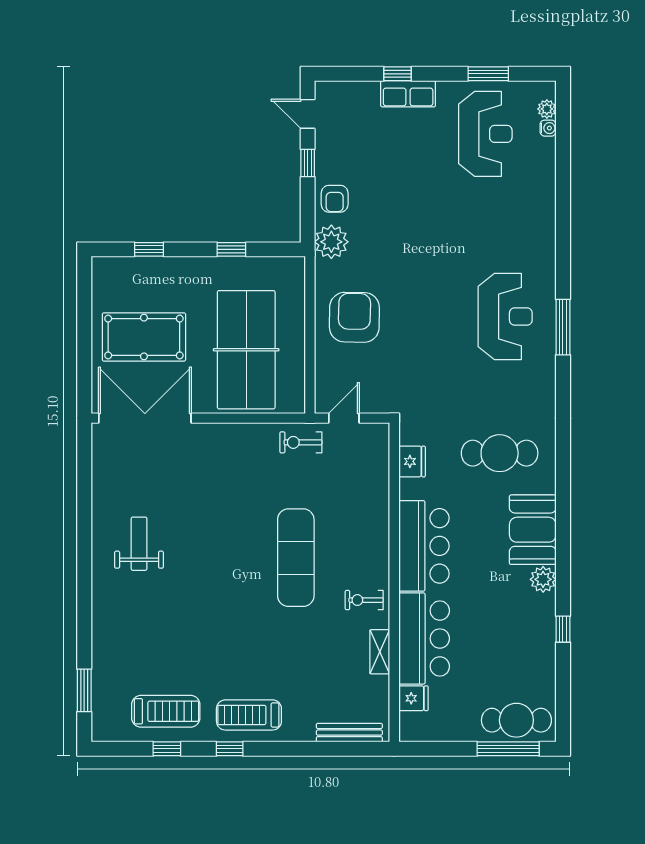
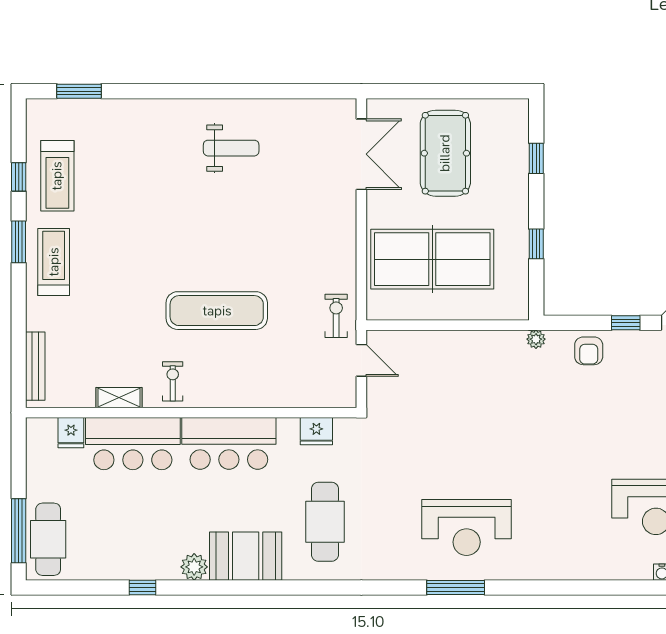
armchair: (335, 199) -> (589, 351), turned -90
plant: (331, 242) -> (536, 339), width x0.53, depth x0.53
armchair: (354, 317) -> (466, 371), removed
double door: (145, 418) -> (361, 154), width x0.73
window: (230, 749) -> (19, 242), width x1.50

